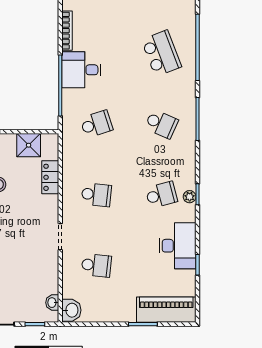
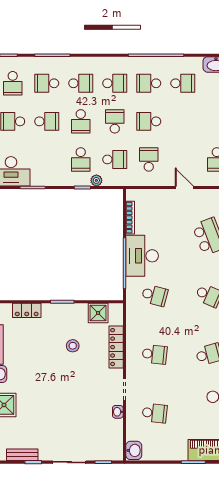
desk: (81, 70) -> (142, 256), width x1.37
school desk: (96, 124) -> (155, 295), turned 33
locker: (50, 177) -> (116, 347), width x1.53
washbasin: (52, 303) -> (118, 412), moved

